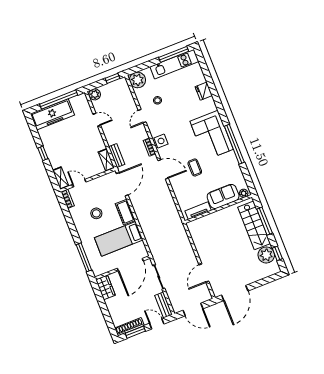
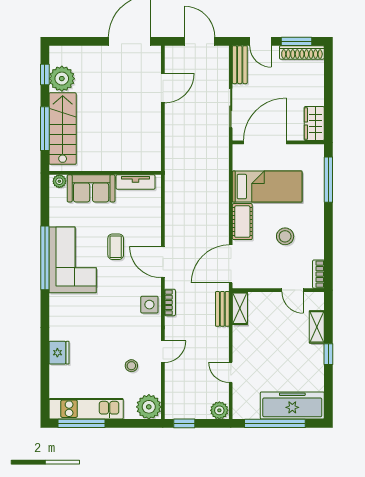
corner sofa: (212, 135) -> (73, 260), moved
shelving: (61, 178) -> (317, 327), moved

